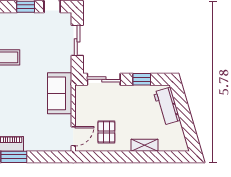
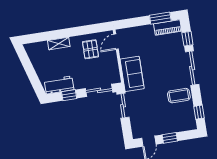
sliding door: (77, 40) -> (123, 106), moved
workbench: (167, 106) -> (59, 85), moved, turned -74

